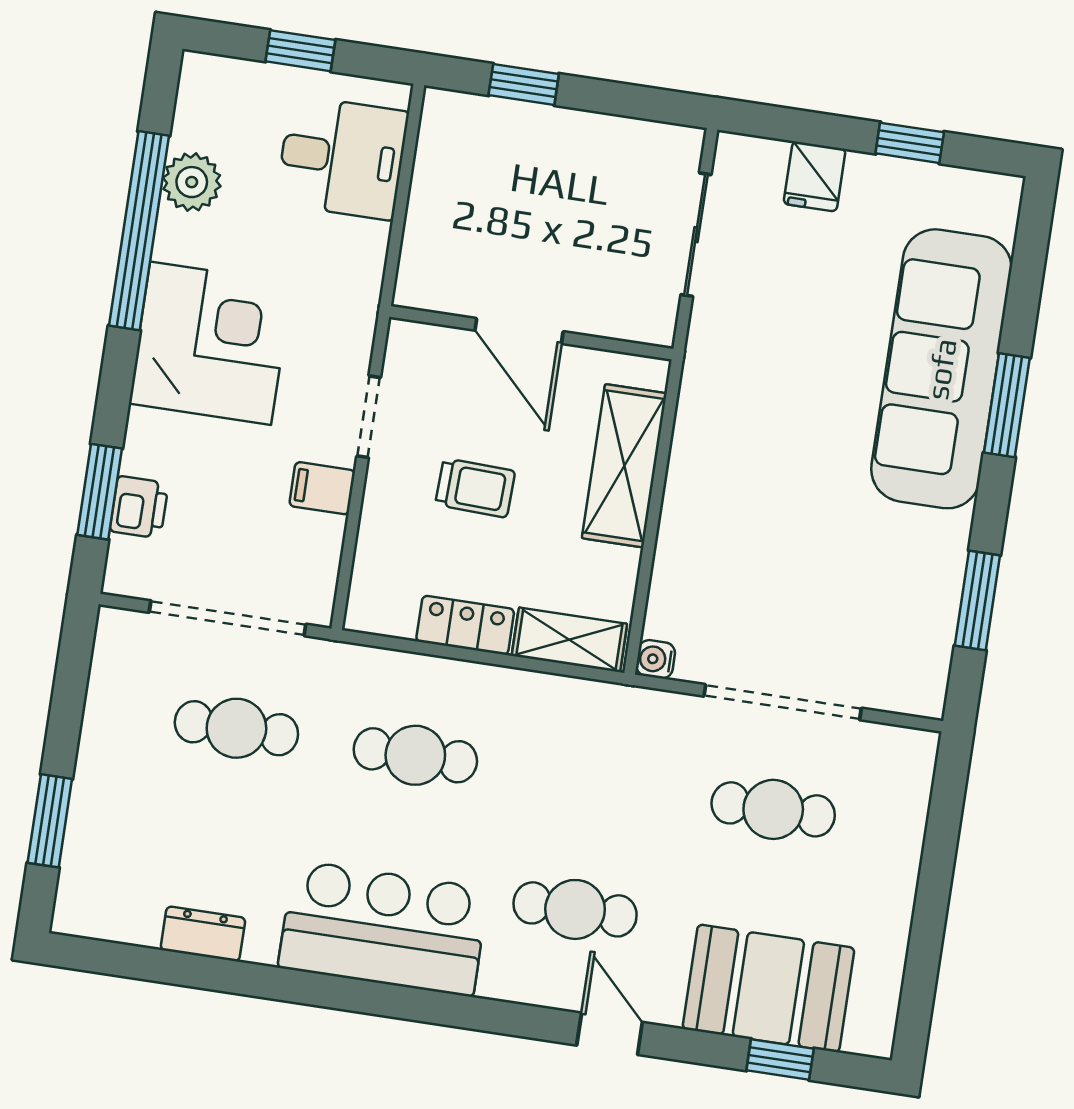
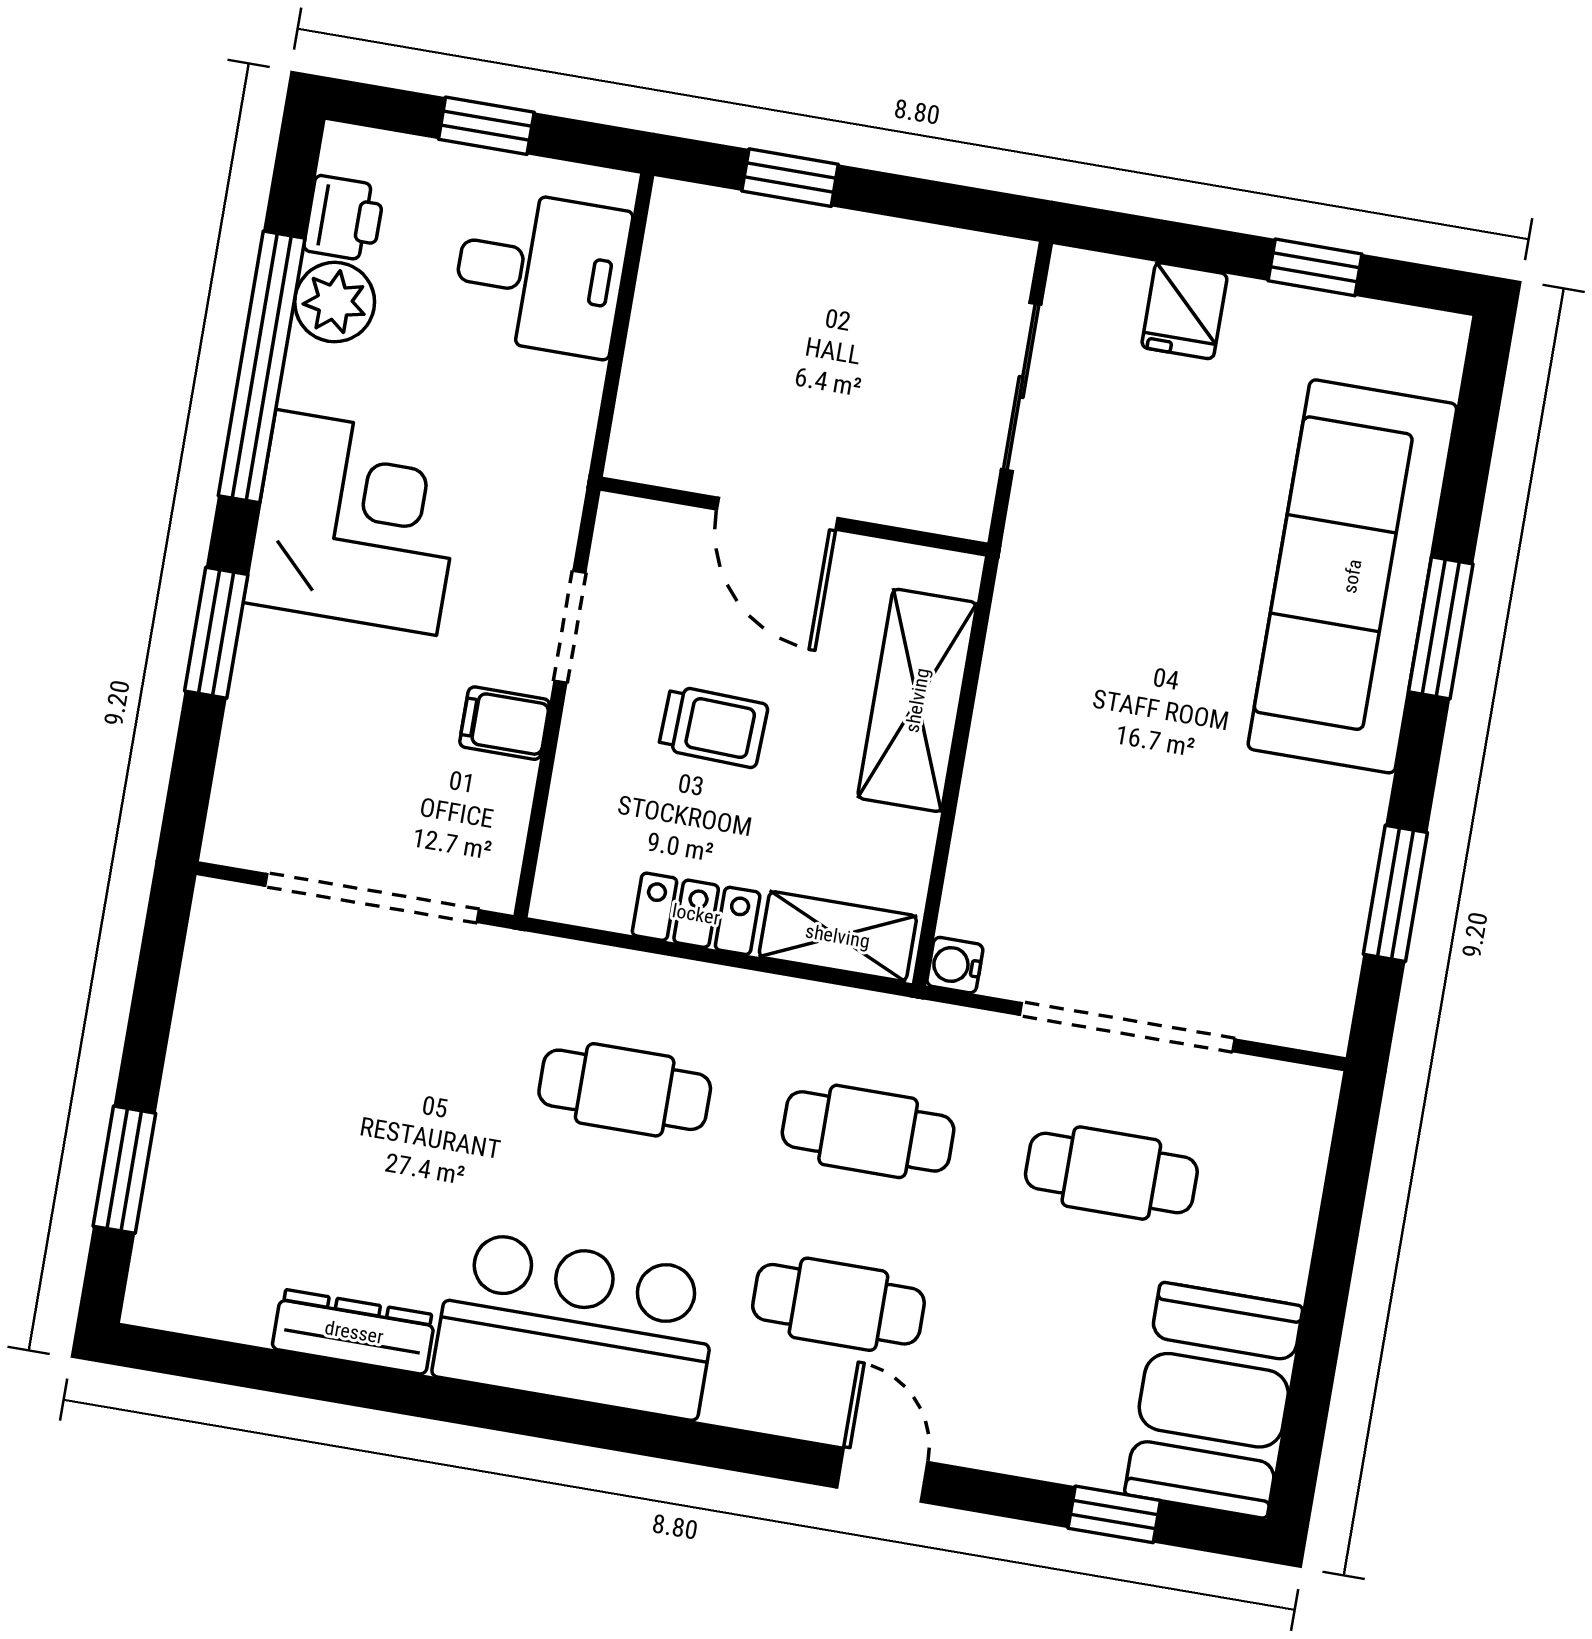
window: (100, 492) -> (216, 633), moved
printer: (139, 507) -> (344, 218), moved
cafe table: (236, 728) -> (868, 1131), moved
dresser: (203, 934) -> (354, 1332), width x1.44
booth: (768, 988) -> (1214, 1400), moved, turned 90

